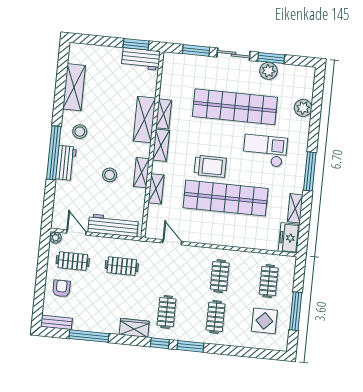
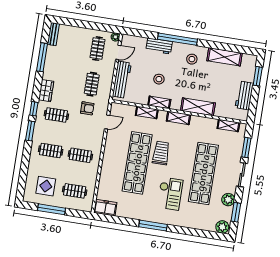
window: (136, 44) -> (258, 76), moved
window: (271, 58) -> (236, 212), moved
workbench: (141, 59) -> (244, 95), moved
plant: (303, 108) -> (222, 227), moved
shelving: (164, 114) -> (228, 126), moved
workbench: (66, 163) -> (159, 46), moved
trolley: (210, 166) -> (161, 153), turned 180
shelving: (295, 208) -> (127, 213), removed
armchair: (61, 288) -> (87, 108), moved

